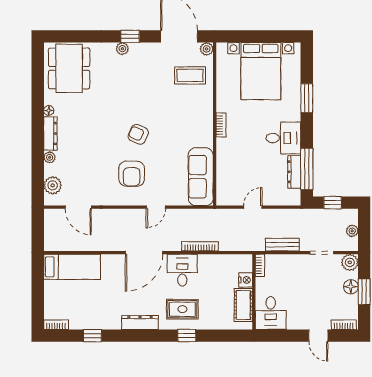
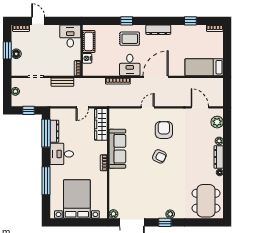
coffee table: (190, 75) -> (125, 196), removed
window: (307, 98) -> (46, 181), width x1.44
sofa: (201, 177) -> (117, 149), moved
wardrobe: (225, 182) -> (101, 124), added
plant: (350, 262) -> (17, 70), removed

